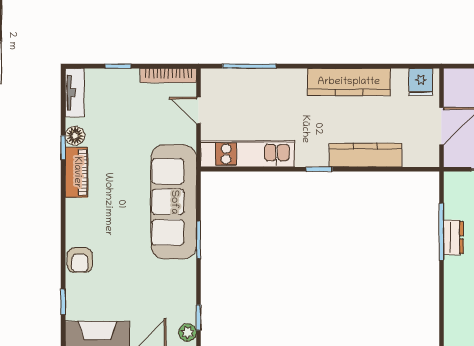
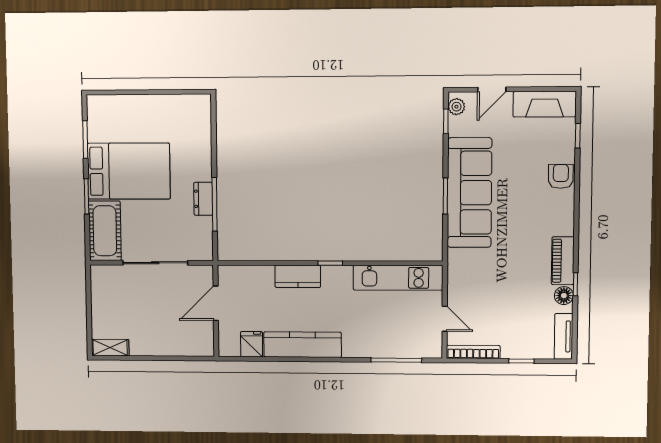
fridge: (421, 82) -> (252, 344), moved
kitchen counter: (366, 155) -> (298, 276), width x0.67
sofa: (174, 202) -> (469, 193), moved

